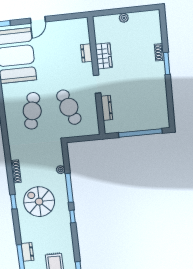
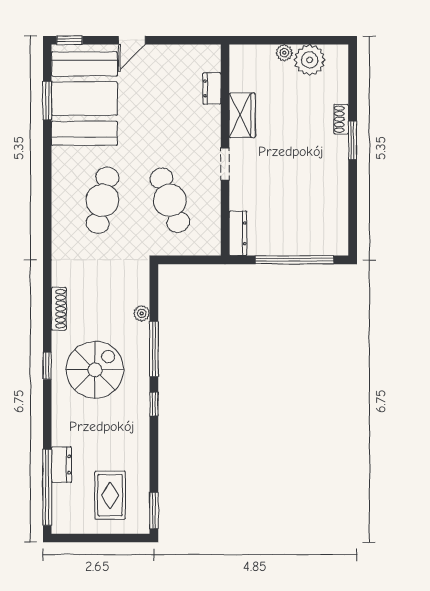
plant: (139, 20) -> (310, 60), added
dresser: (86, 53) -> (212, 88), moved
dresser: (107, 108) -> (238, 233), moved
spiral stairs: (39, 202) -> (95, 370), turned 90

